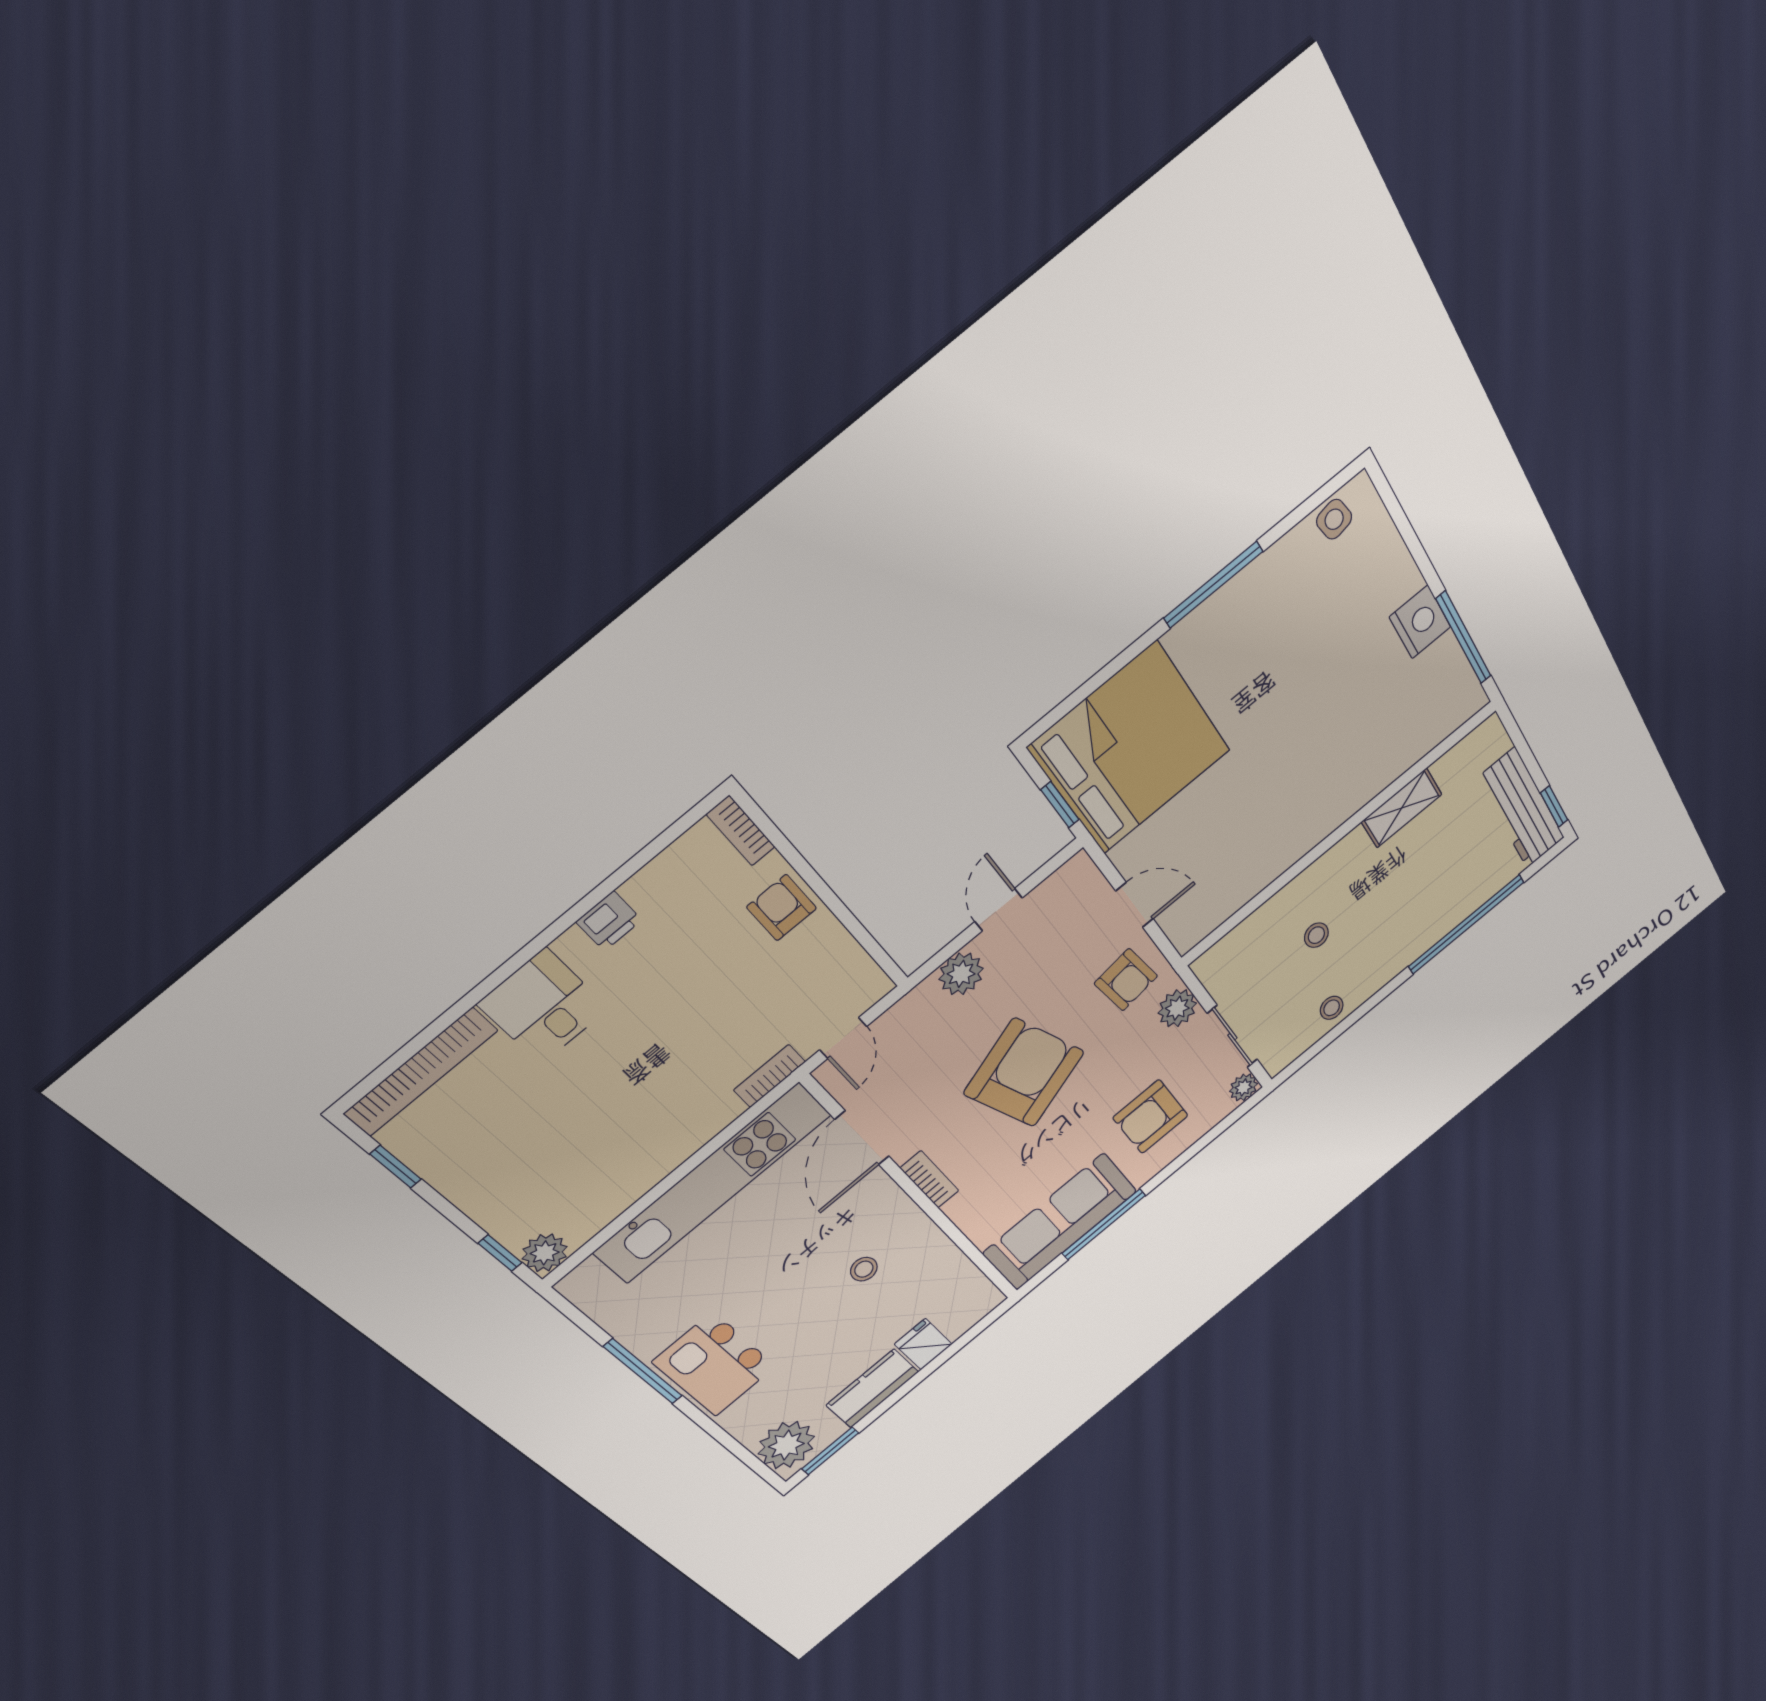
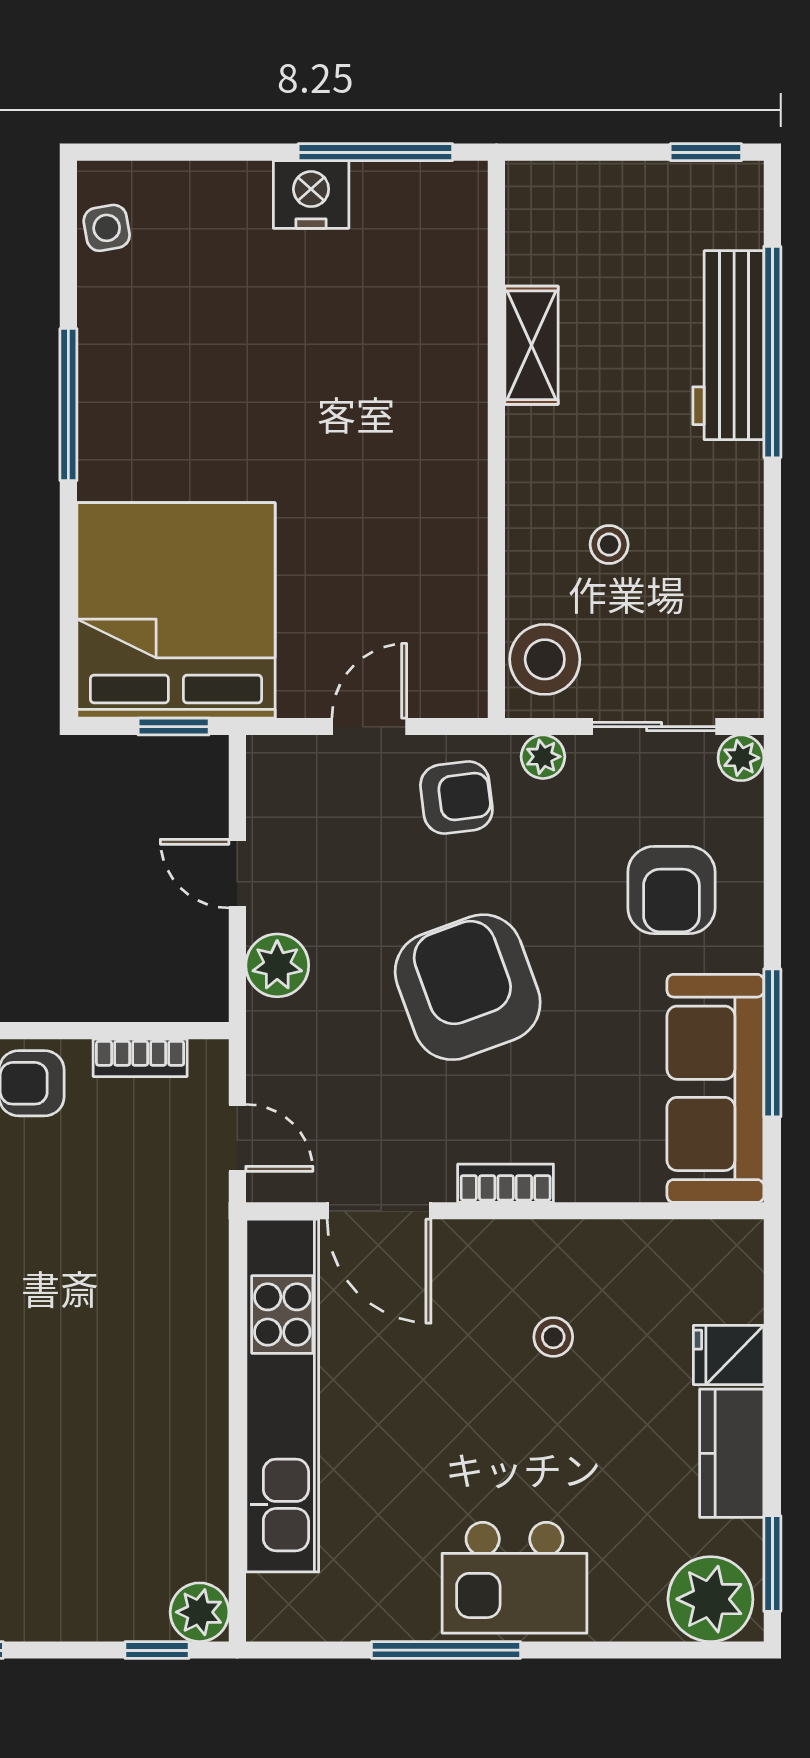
workbench: (1521, 808) -> (728, 345), moved, turned 90
plant: (1177, 1008) -> (543, 757), width x0.73, depth x0.73
stool: (1332, 1008) -> (545, 659), moved, width x1.89, depth x1.89
bookcase: (770, 1076) -> (140, 1058), moved, turned -90

